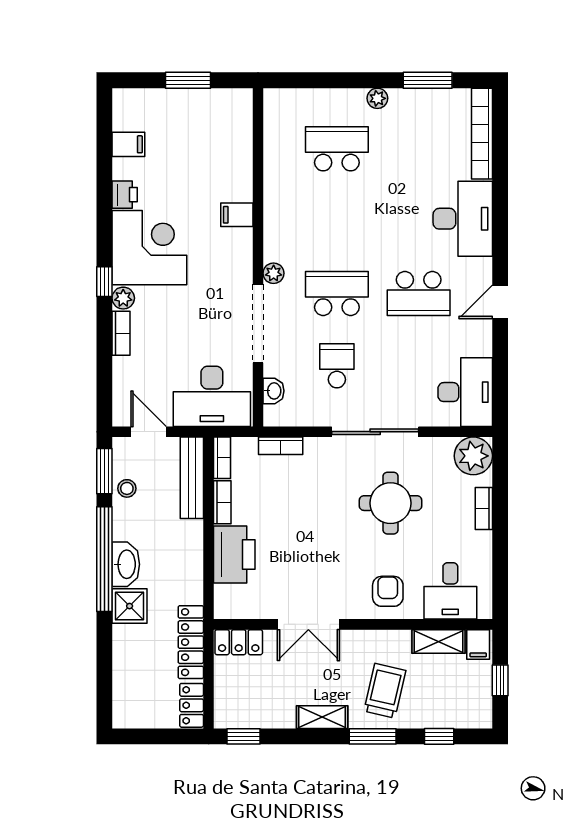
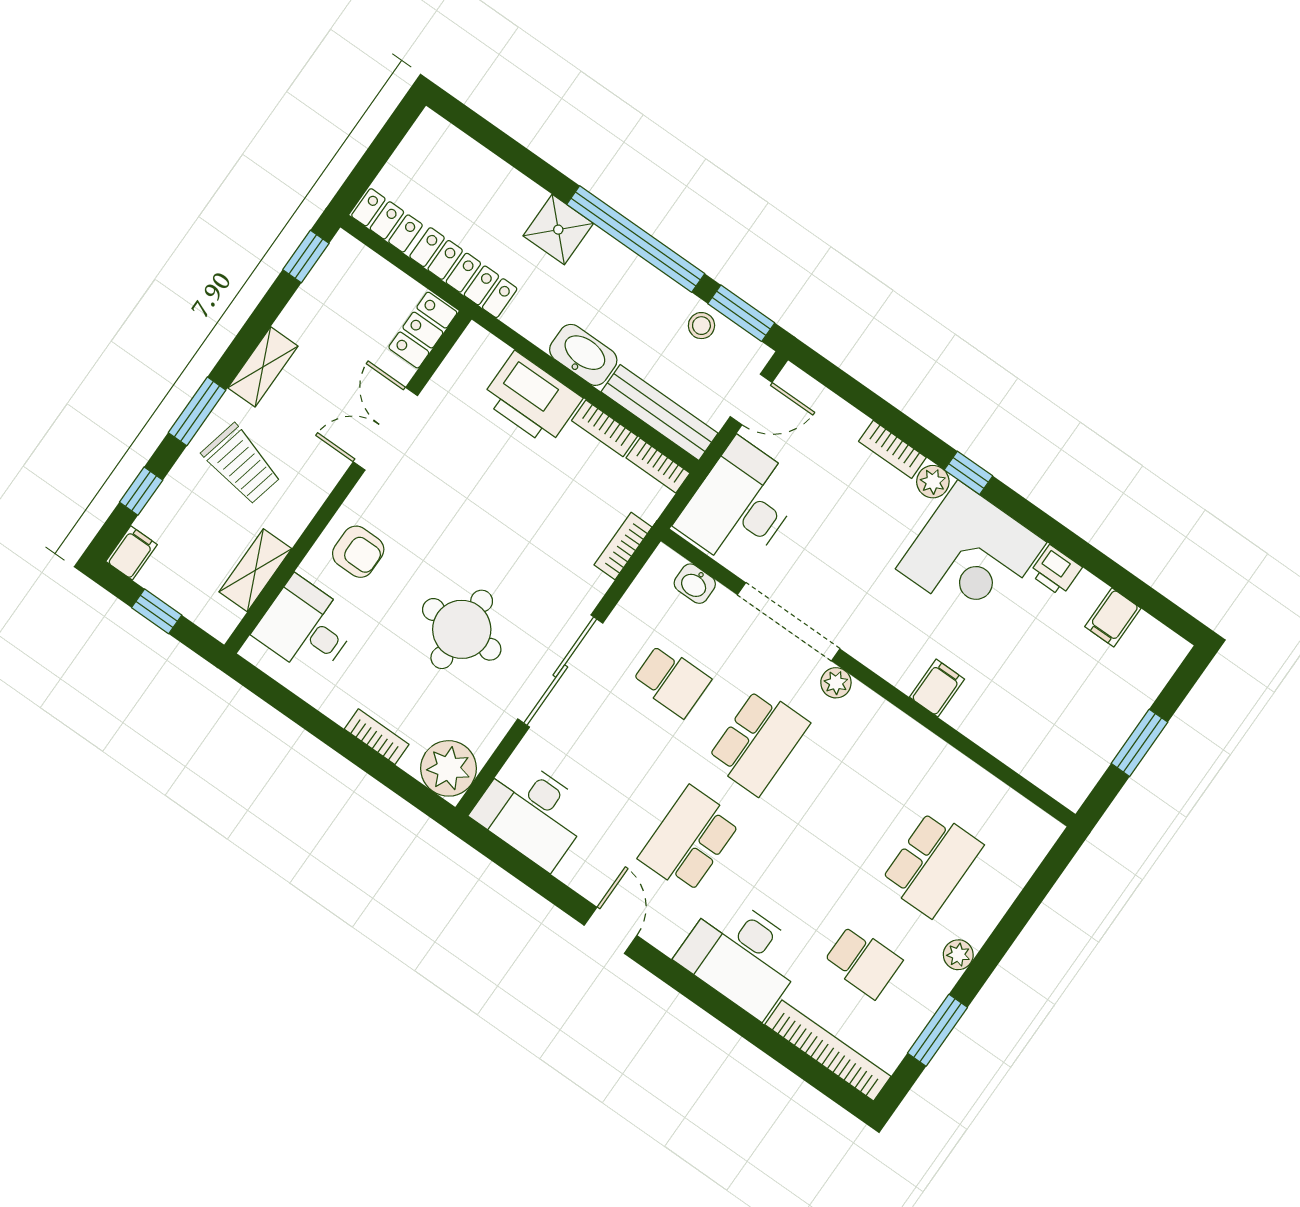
school desk: (419, 149) -> (863, 962), added
washbasin: (126, 564) -> (583, 355), moved, turned 180
filing cabinet: (478, 644) -> (132, 553), moved, turned 90

